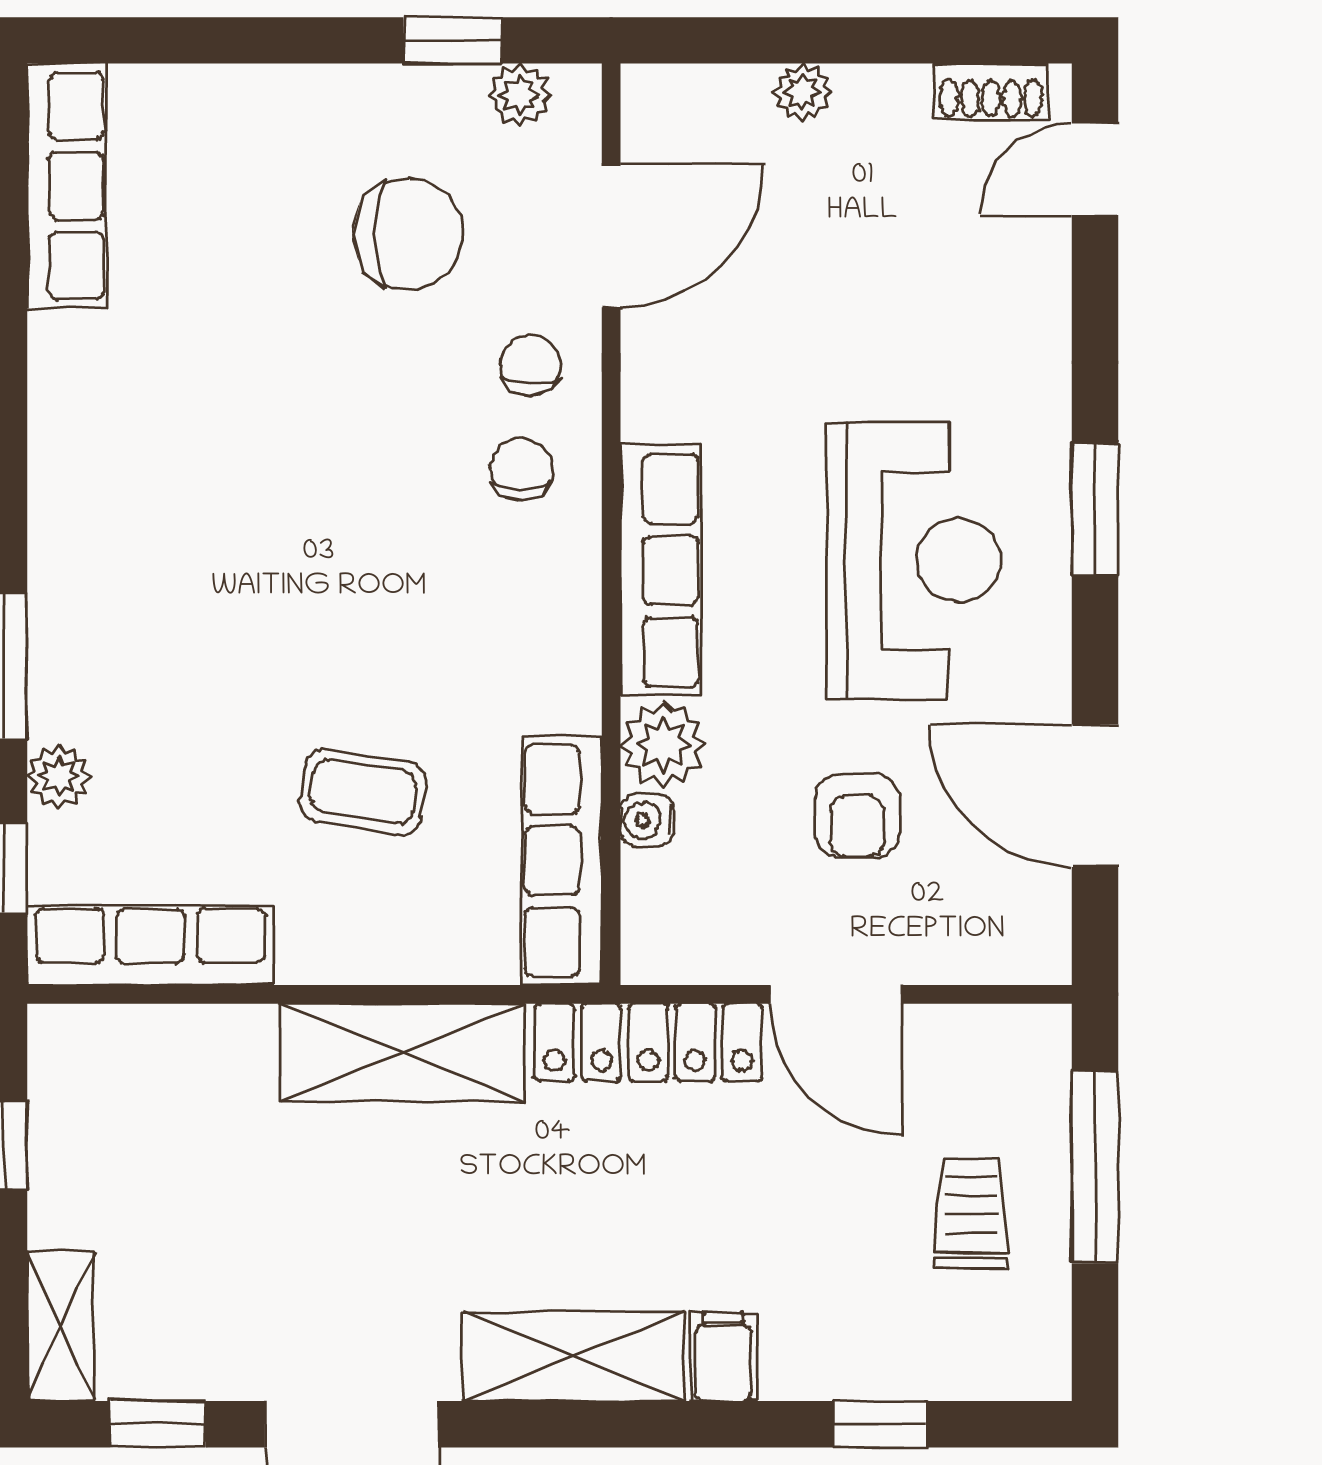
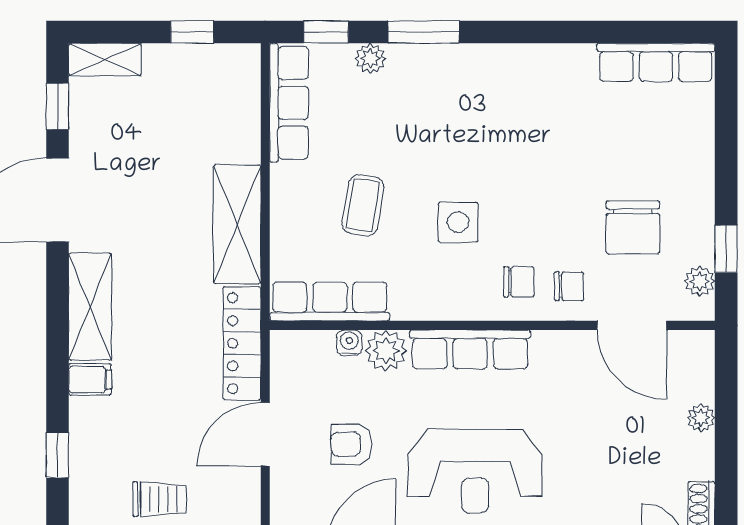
side table: (398, 595) -> (458, 222), added

